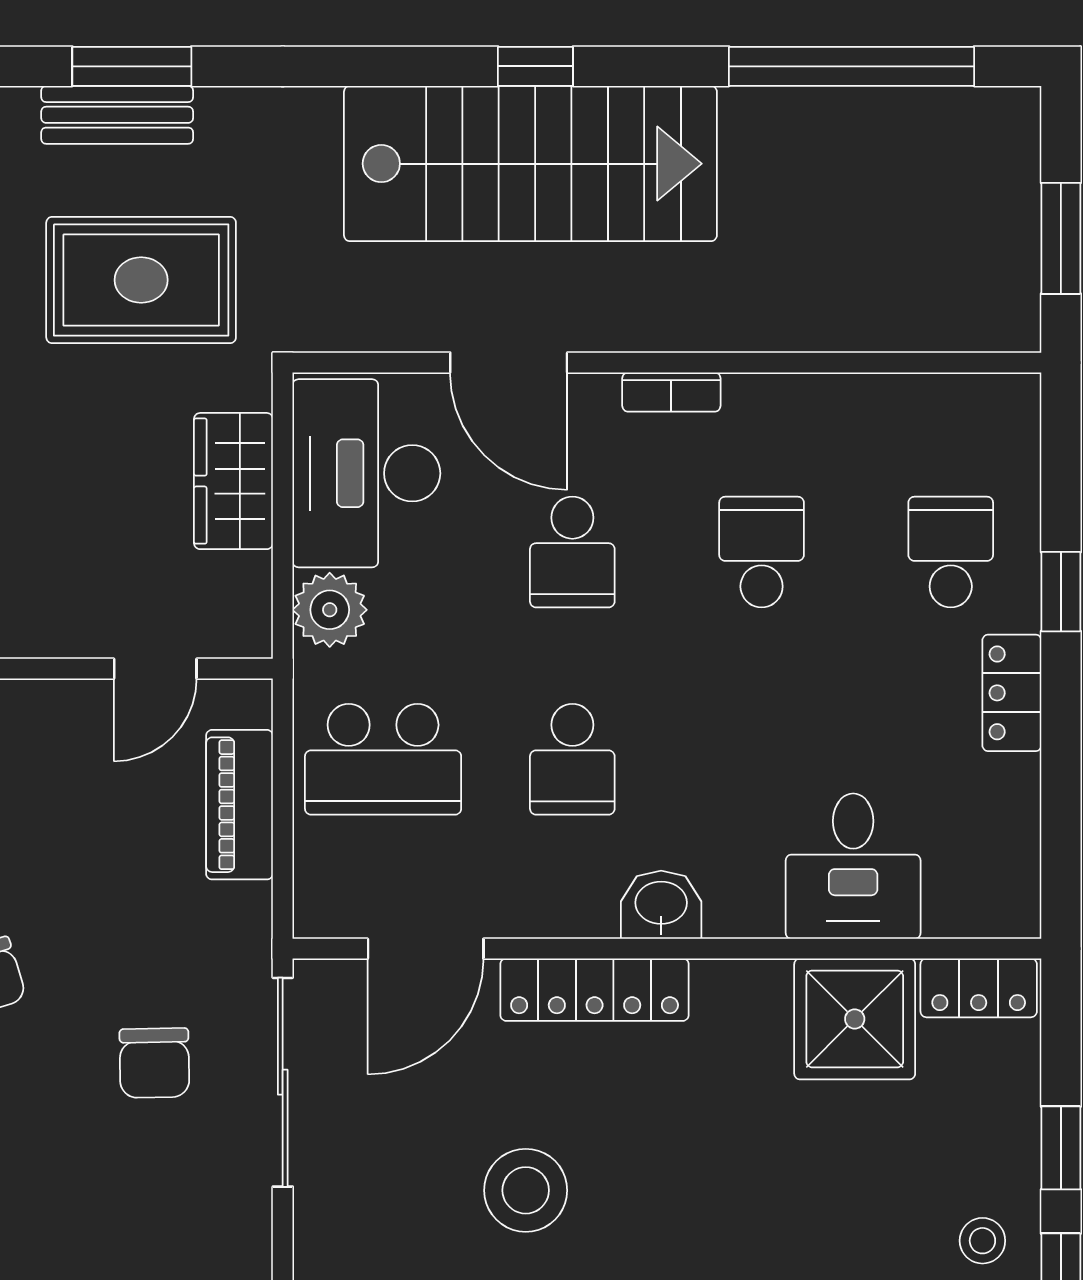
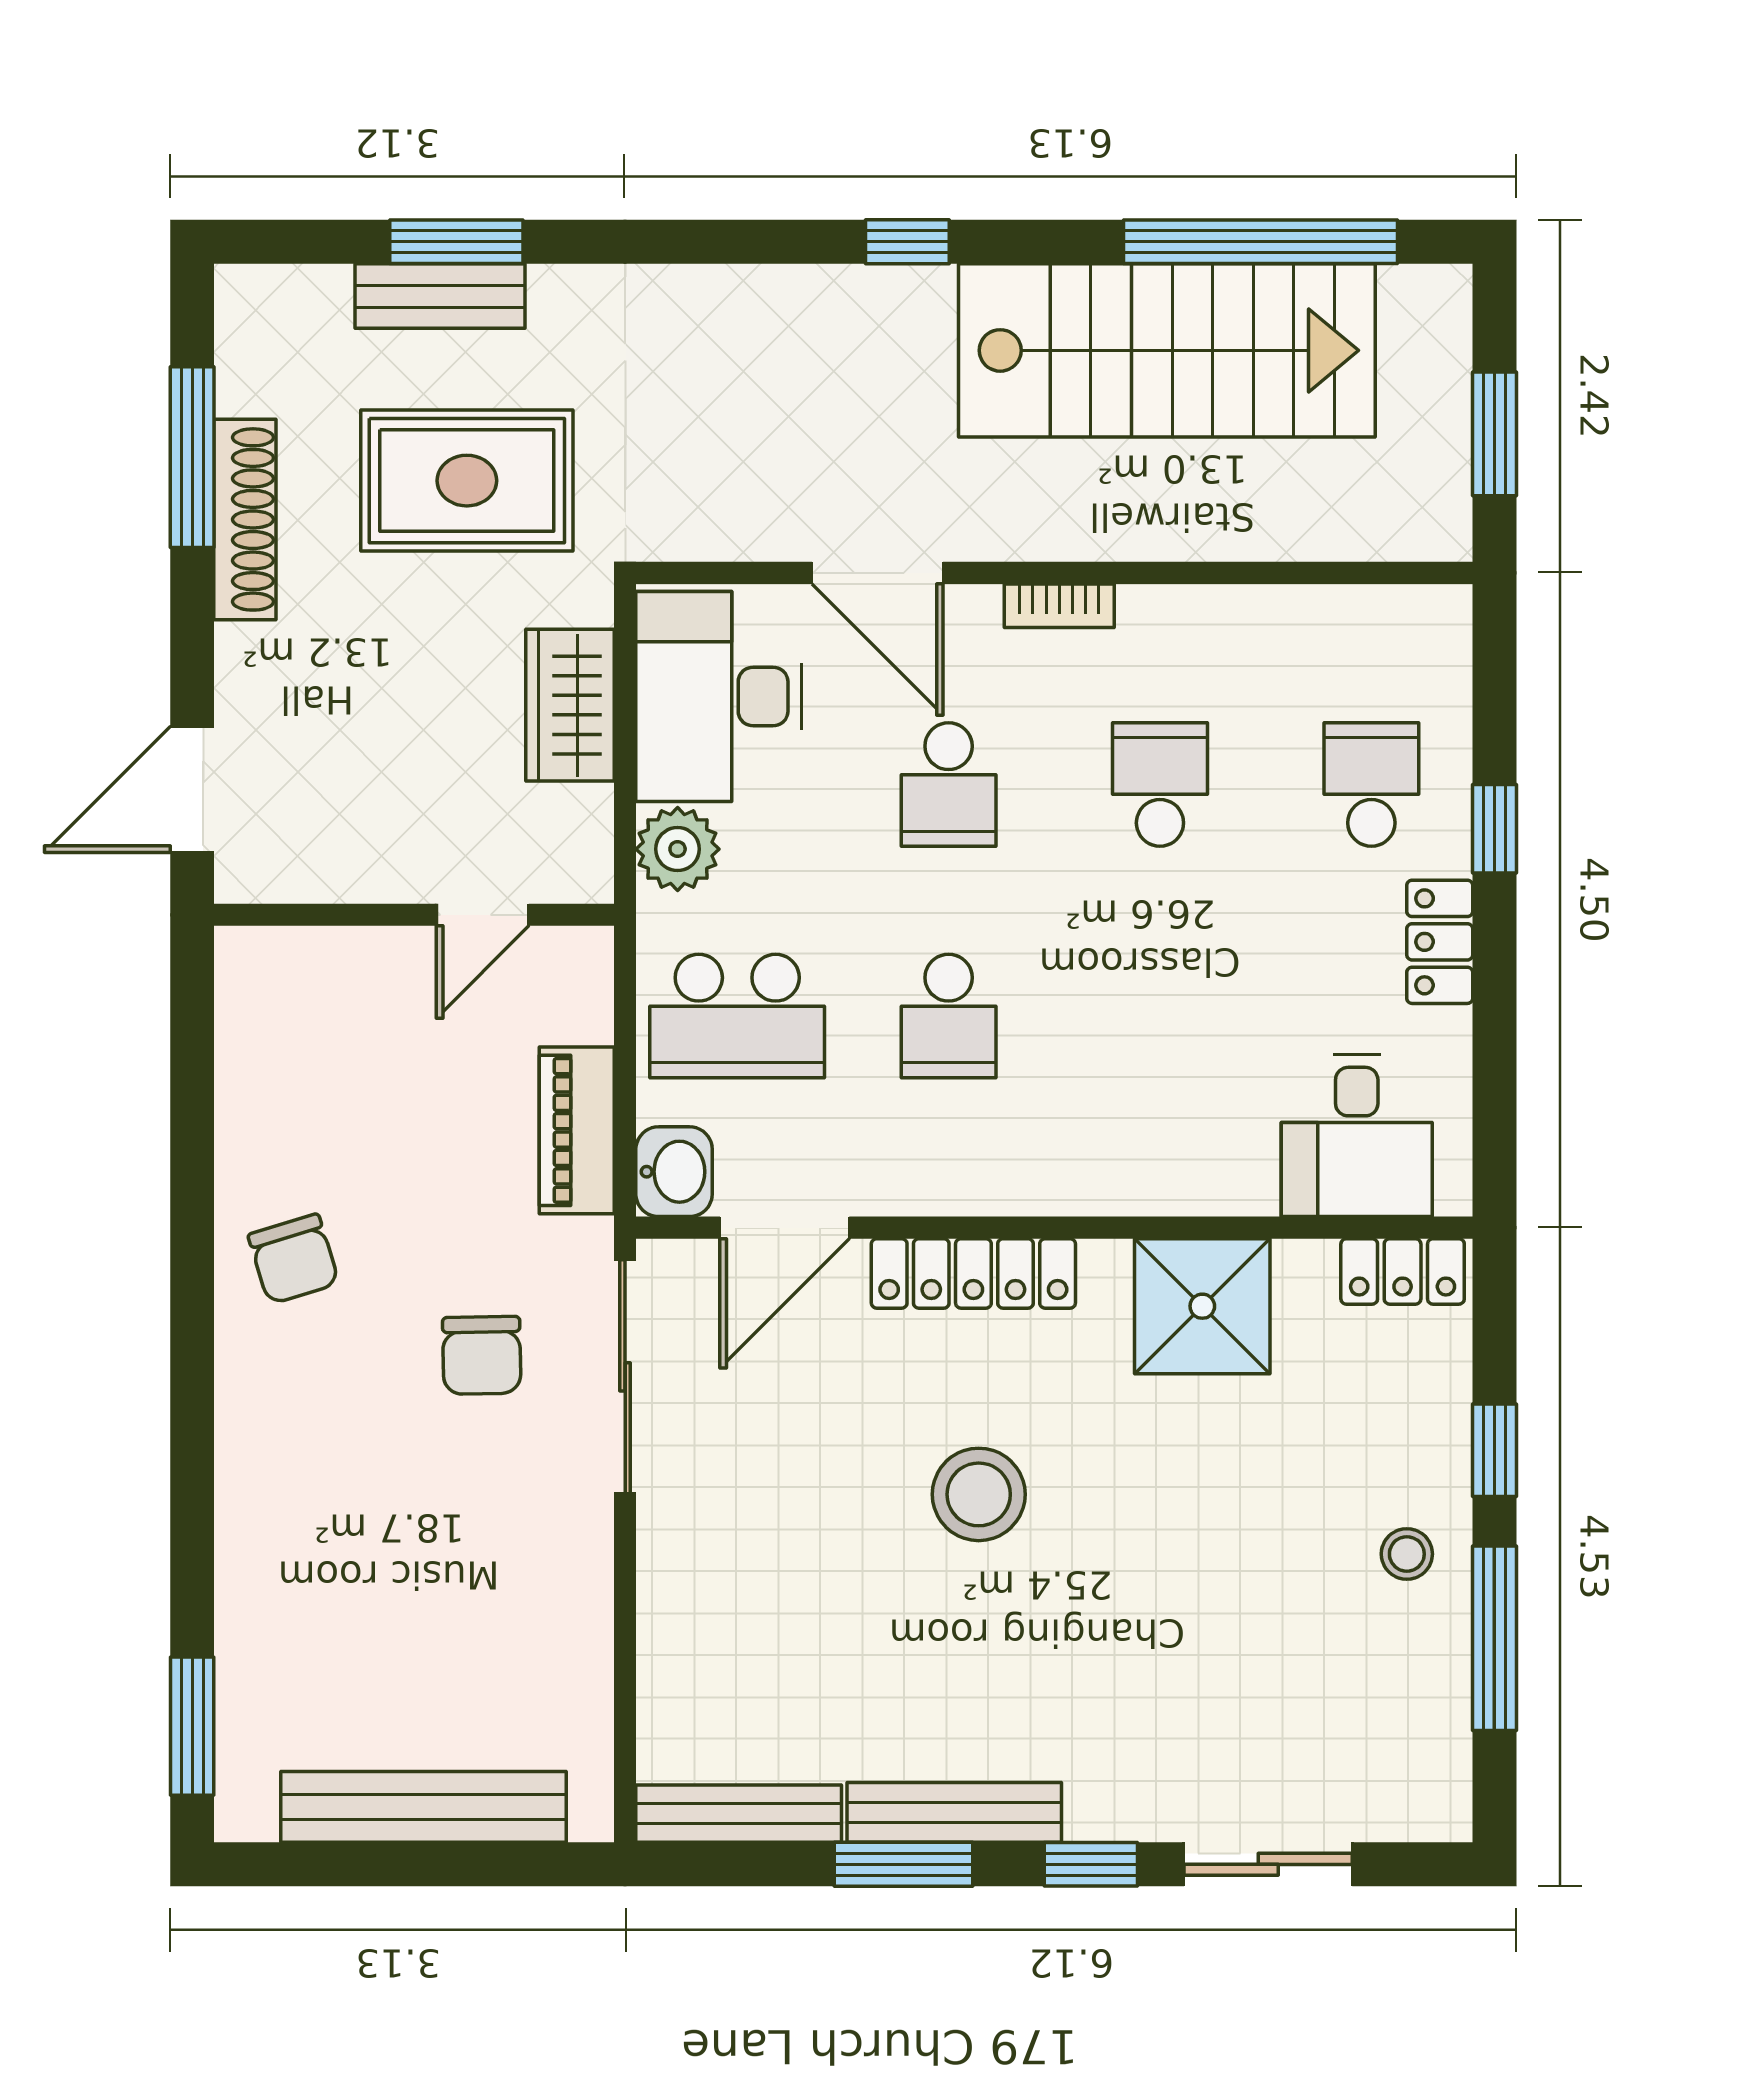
stairs: (530, 164) -> (1167, 350), moved
piano: (239, 805) -> (577, 1130), moved
desk: (853, 866) -> (1357, 1135), moved
washbasin: (661, 905) -> (674, 1172), moved, turned 90
shower: (855, 1019) -> (1202, 1306), moved
stool: (526, 1190) -> (979, 1494), moved

